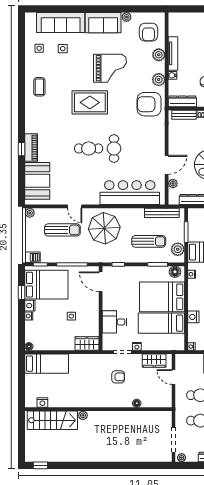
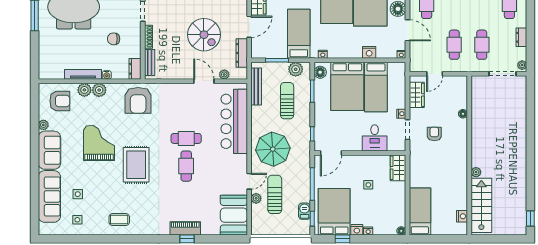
plant: (159, 80) -> (99, 90), moved
dresser: (182, 101) -> (135, 69), width x0.70
booth: (37, 181) -> (234, 215), moved, turned 90
plant: (30, 213) -> (256, 198), moved
barbecue: (33, 257) -> (304, 211), moved

